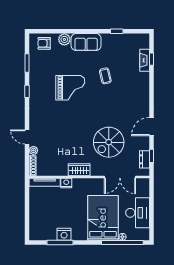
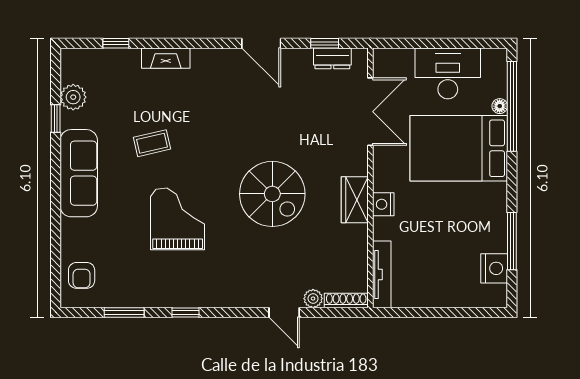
plant: (64, 39) -> (73, 97), moved
sofa: (86, 42) -> (79, 173), width x1.36
fireplace: (145, 60) -> (166, 58), moved
door: (27, 137) -> (284, 312), hinge flipped
spiral stairs: (109, 142) -> (272, 194), moved
nightstand: (66, 183) -> (383, 204), moved
nightstand: (64, 234) -> (494, 268), moved

